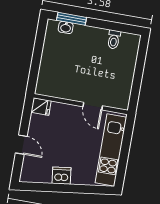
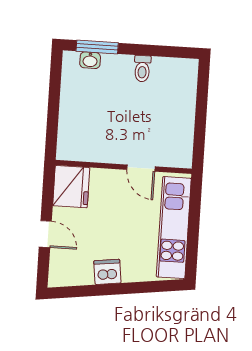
toilet: (114, 39) -> (142, 69), moved
fridge: (41, 107) -> (71, 187), width x1.88, depth x1.34

